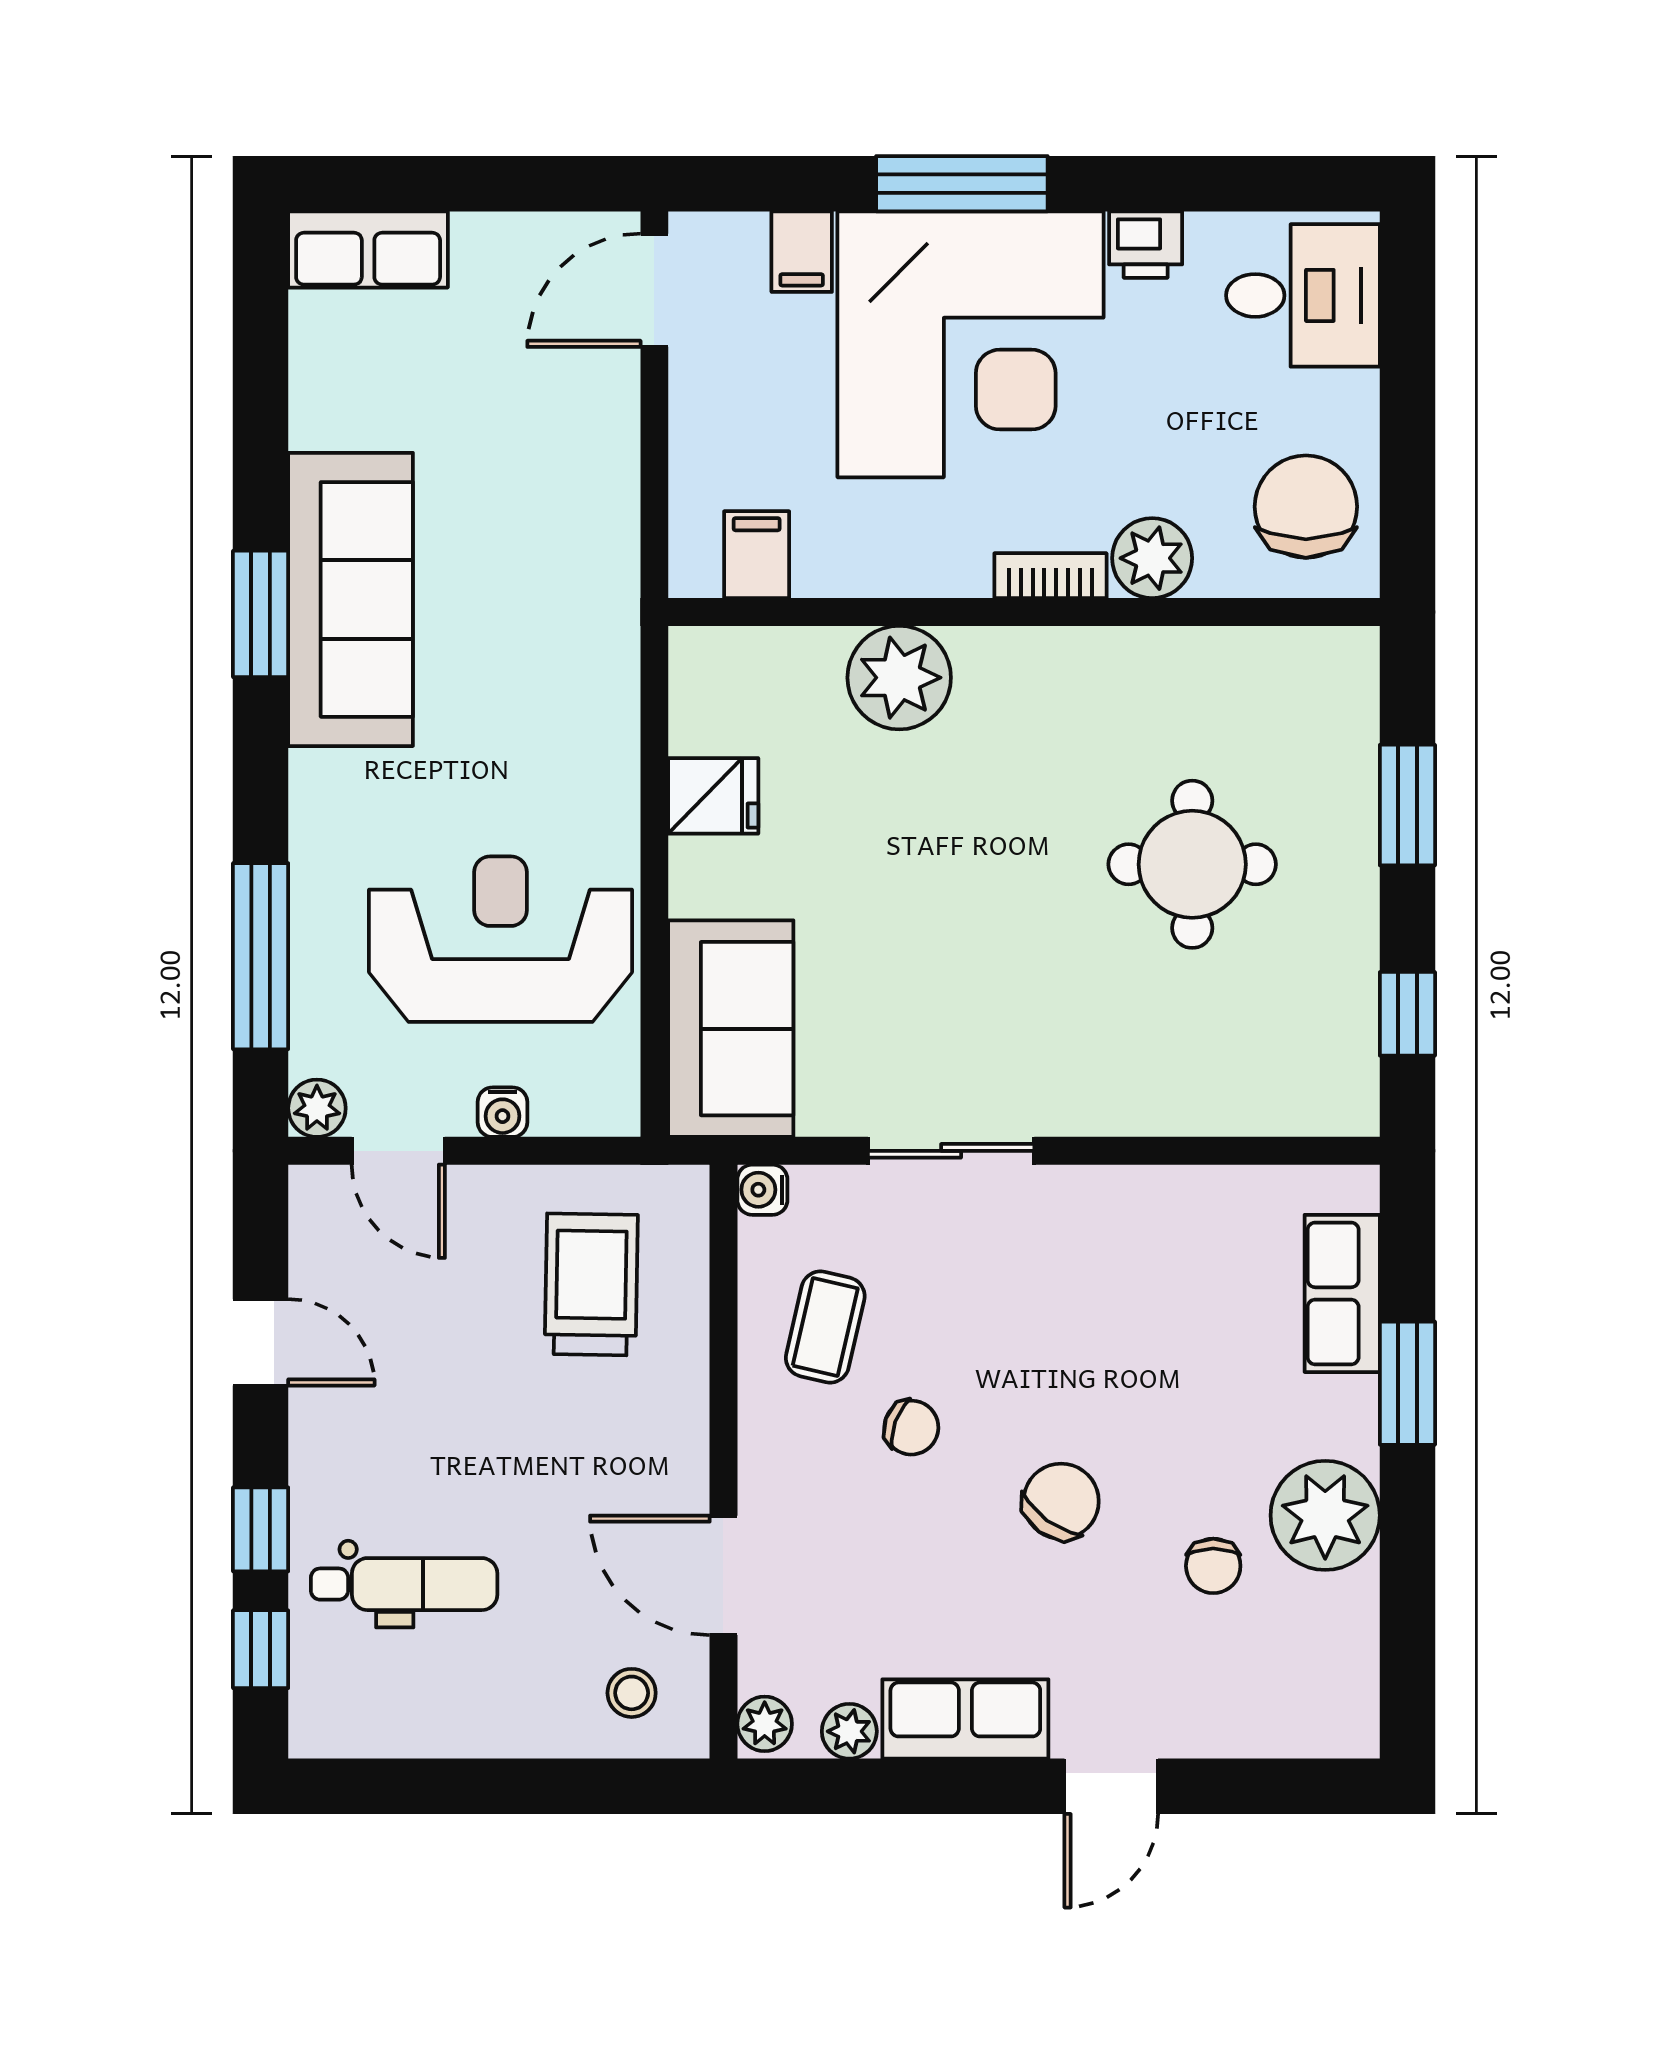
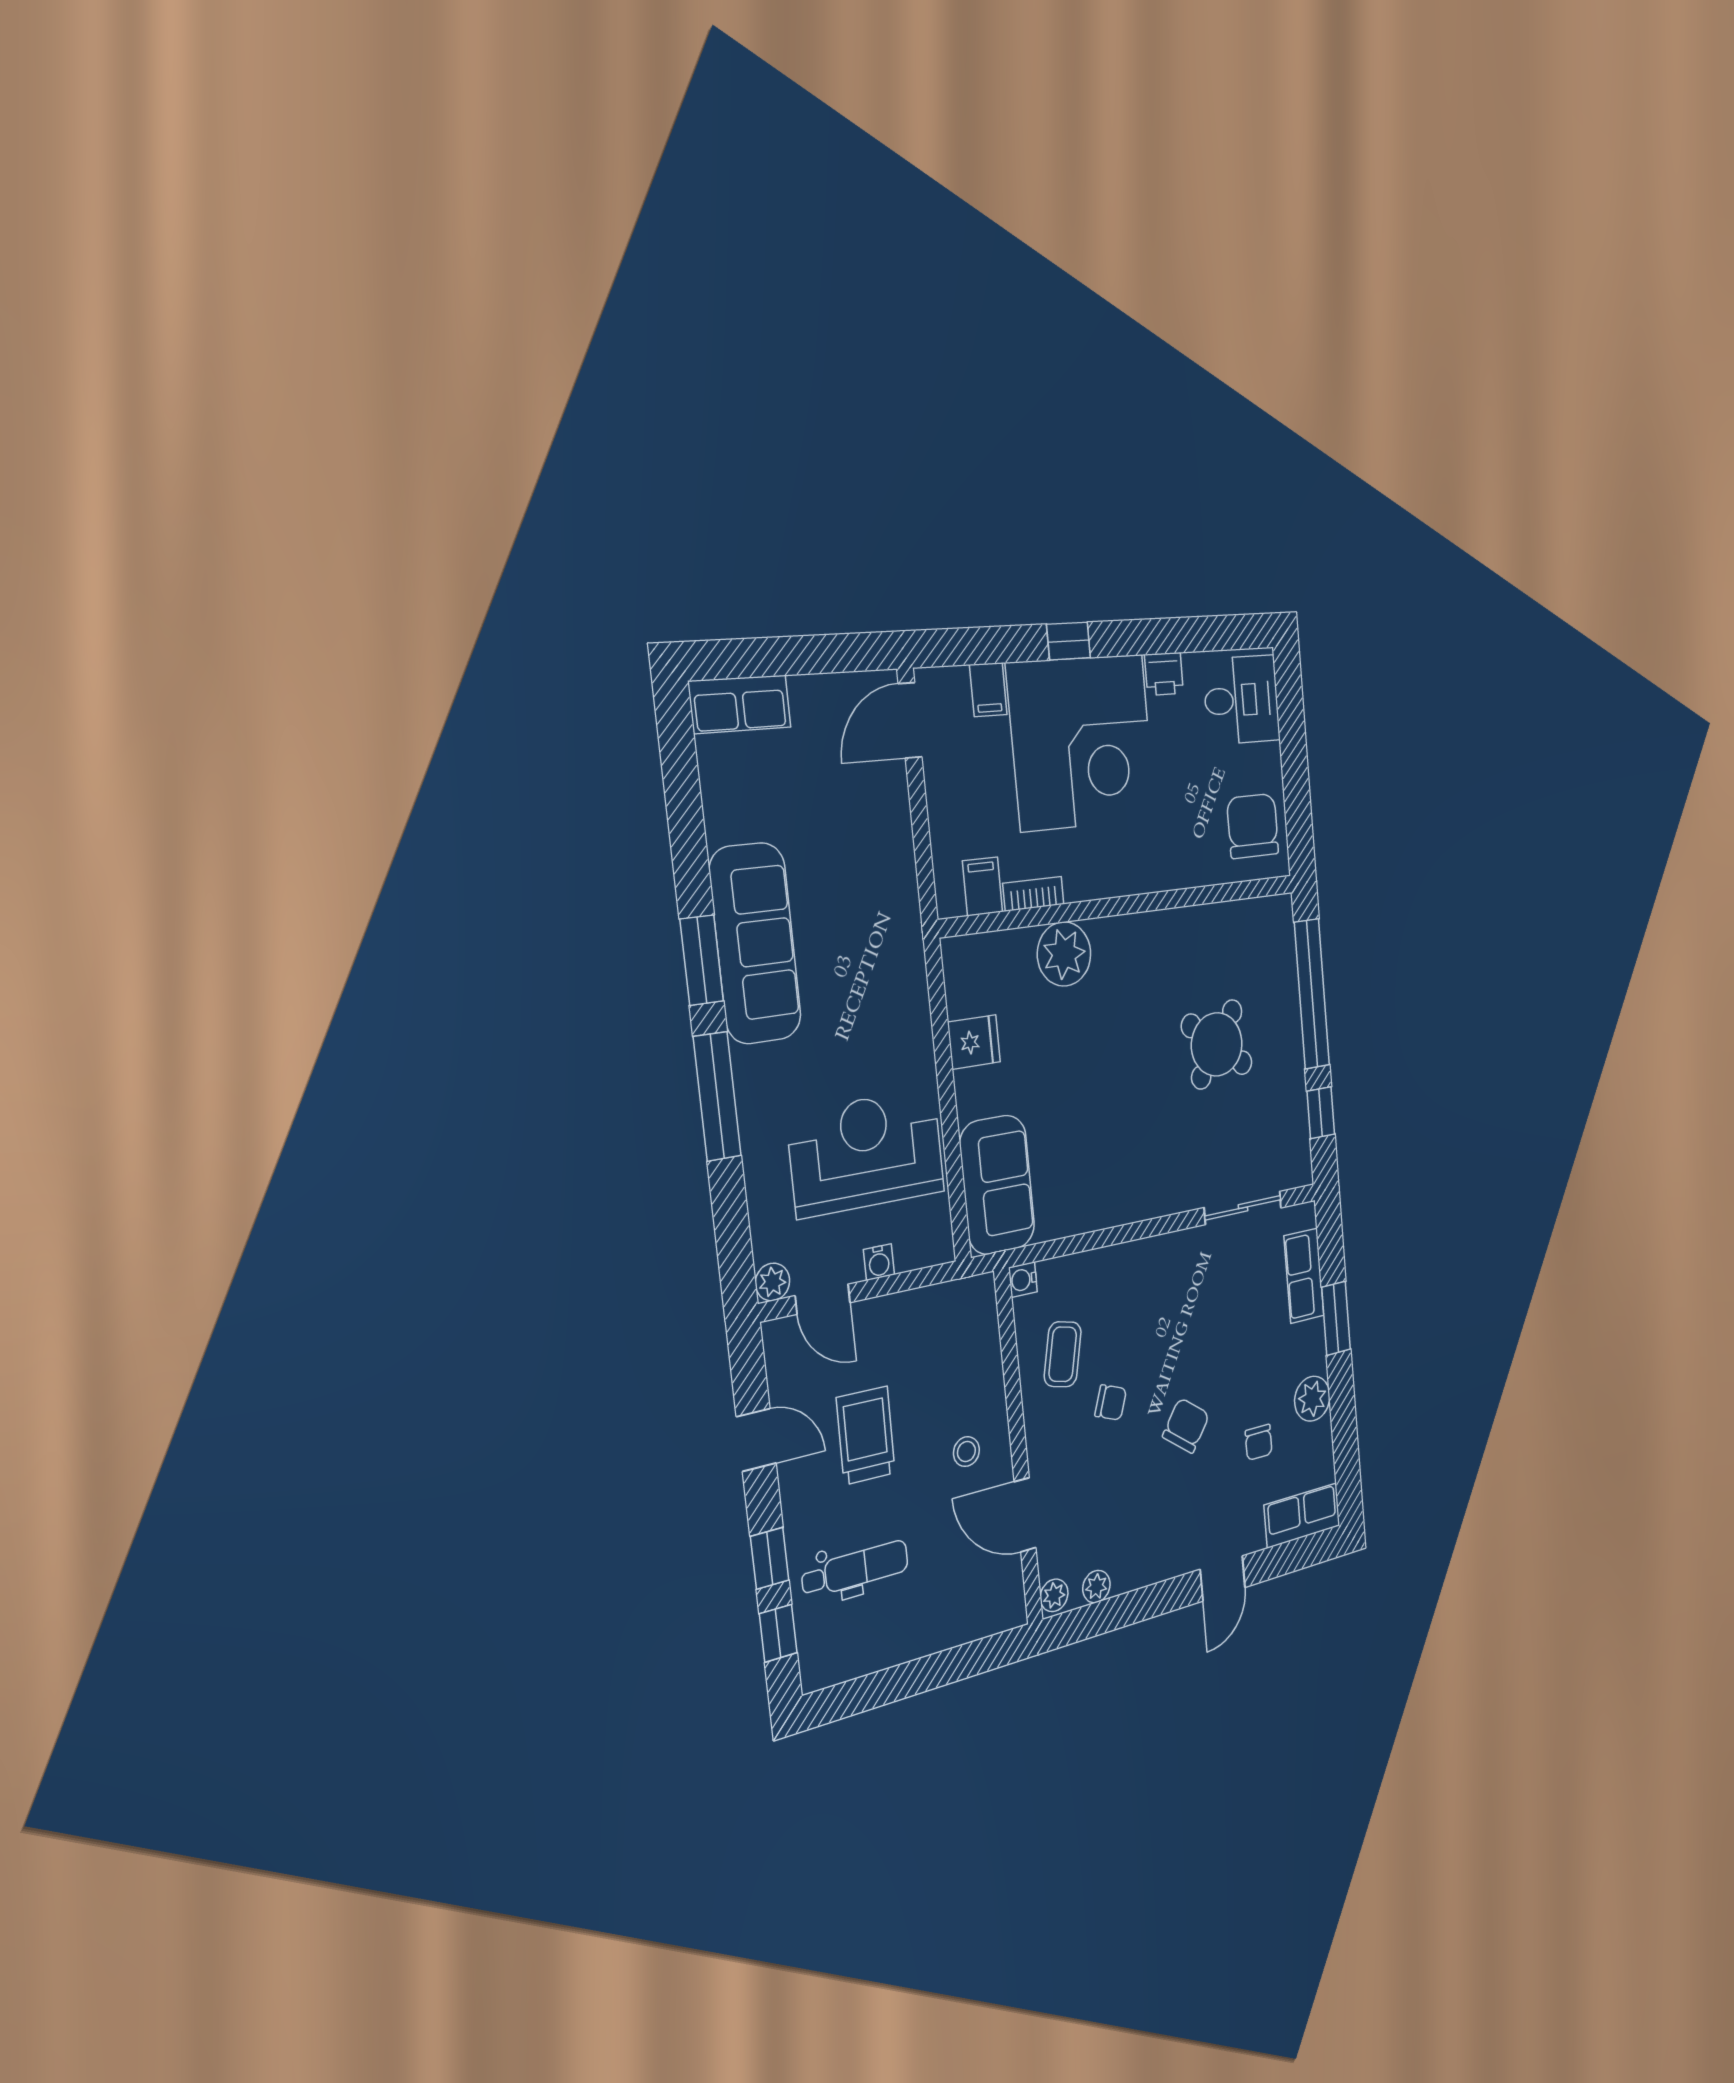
window: (962, 184) -> (1069, 641), width x0.46
plant: (1152, 558) -> (1183, 865), removed
bookcase: (1050, 576) -> (1033, 894), moved
window: (1407, 805) -> (1312, 994), width x2.11
round table: (1192, 864) -> (1217, 1044), turned 37
window: (261, 956) -> (717, 1096), moved
sliding door: (951, 1151) -> (1243, 1208), moved
trolley: (591, 1284) -> (866, 1436), moved
plant: (1325, 1515) -> (1312, 1399), width x0.73, depth x0.73
stool: (632, 1693) -> (966, 1452), moved
row of seats: (965, 1719) -> (1302, 1515), moved

